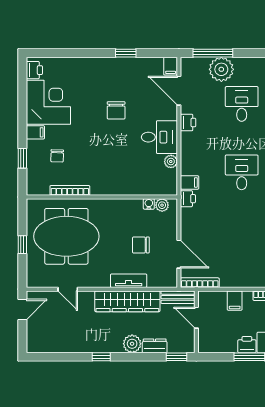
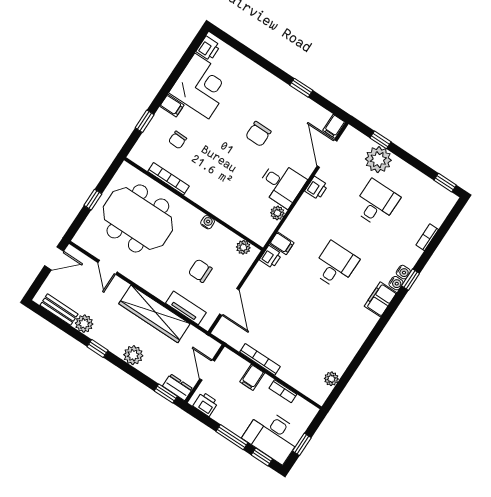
window: (213, 53) -> (380, 140), width x0.46
water cooler: (149, 204) -> (208, 222), moved
tv unit: (129, 281) -> (186, 308), moved
bookcase: (200, 283) -> (260, 359), moved
bench: (178, 297) -> (59, 310), moved
plant: (78, 344) -> (84, 324), added
printer: (247, 345) -> (206, 404), moved
dresser: (155, 346) -> (178, 387), moved

